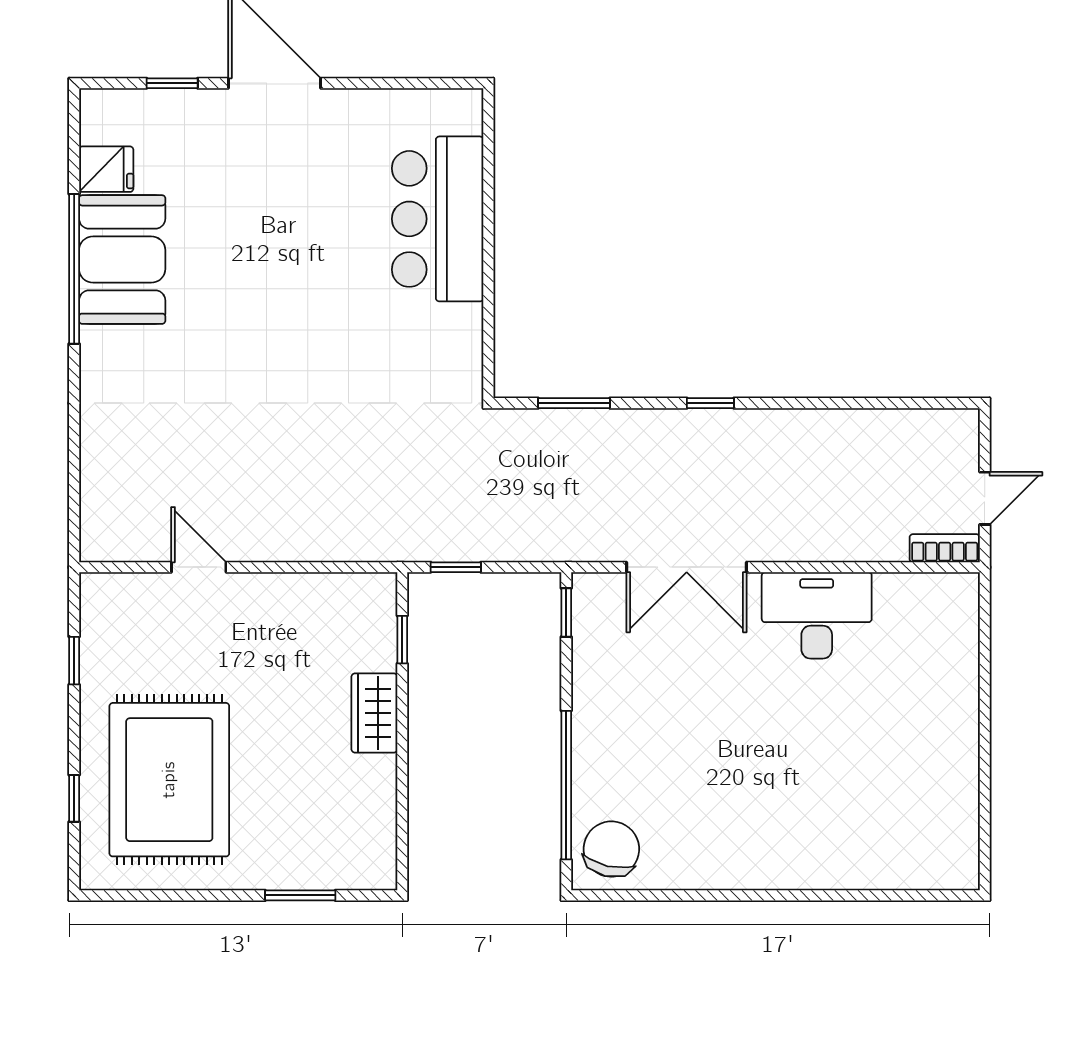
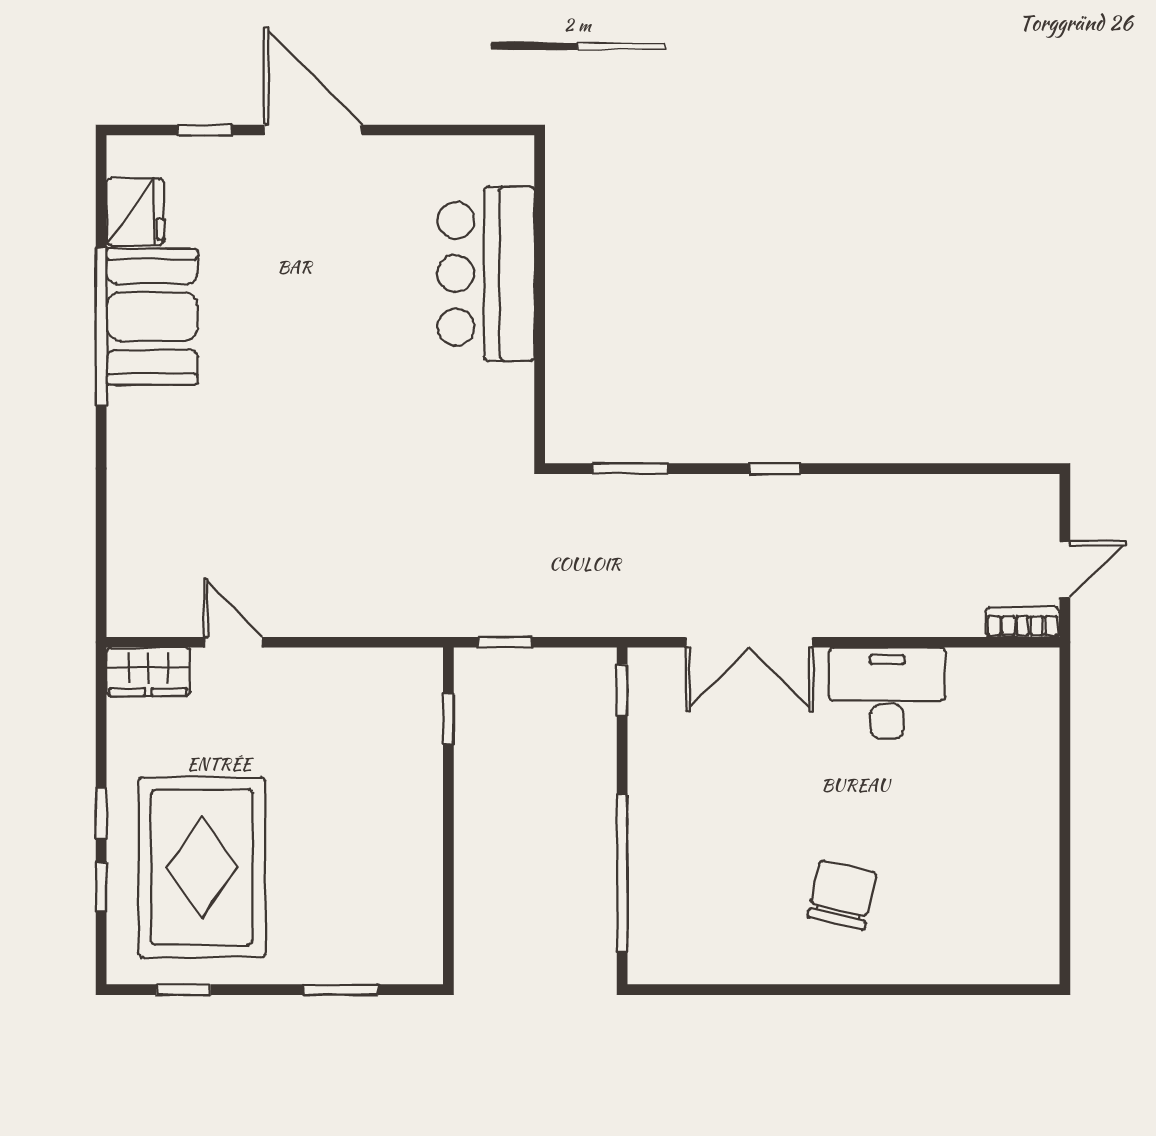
fridge: (106, 169) -> (135, 212), width x1.38
window: (74, 661) -> (101, 813), moved
wardrobe: (374, 713) -> (148, 672), moved, turned -90
chair: (611, 849) -> (842, 895), moved
window: (152, 895) -> (184, 990), added

